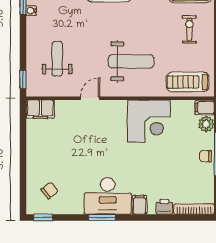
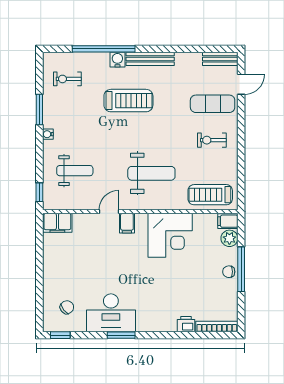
water cooler: (31, 11) -> (48, 134), moved
exercise bike: (189, 29) -> (212, 140), turned -90
weight bench: (57, 59) -> (75, 171), turned 90
desk: (108, 196) -> (111, 313), moved
filing cabinet: (140, 205) -> (127, 223), moved, turned 180

